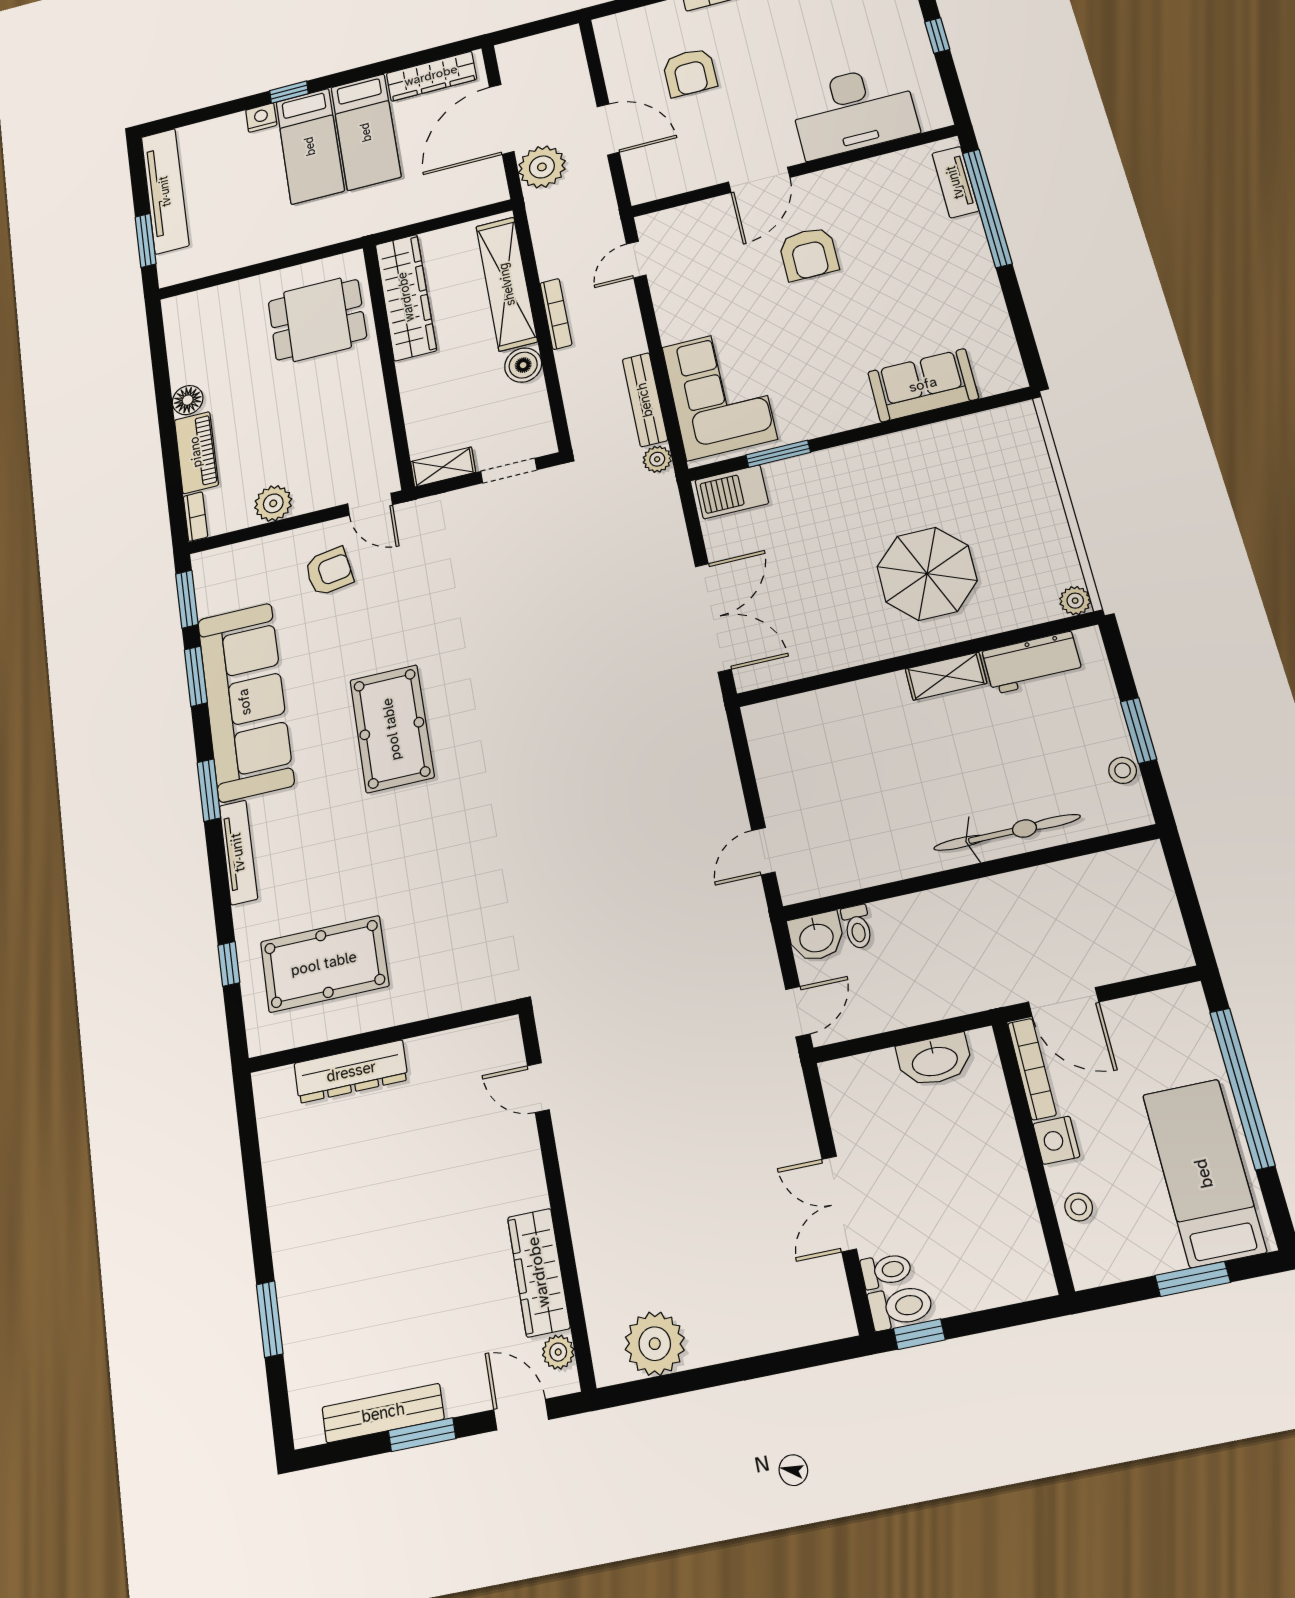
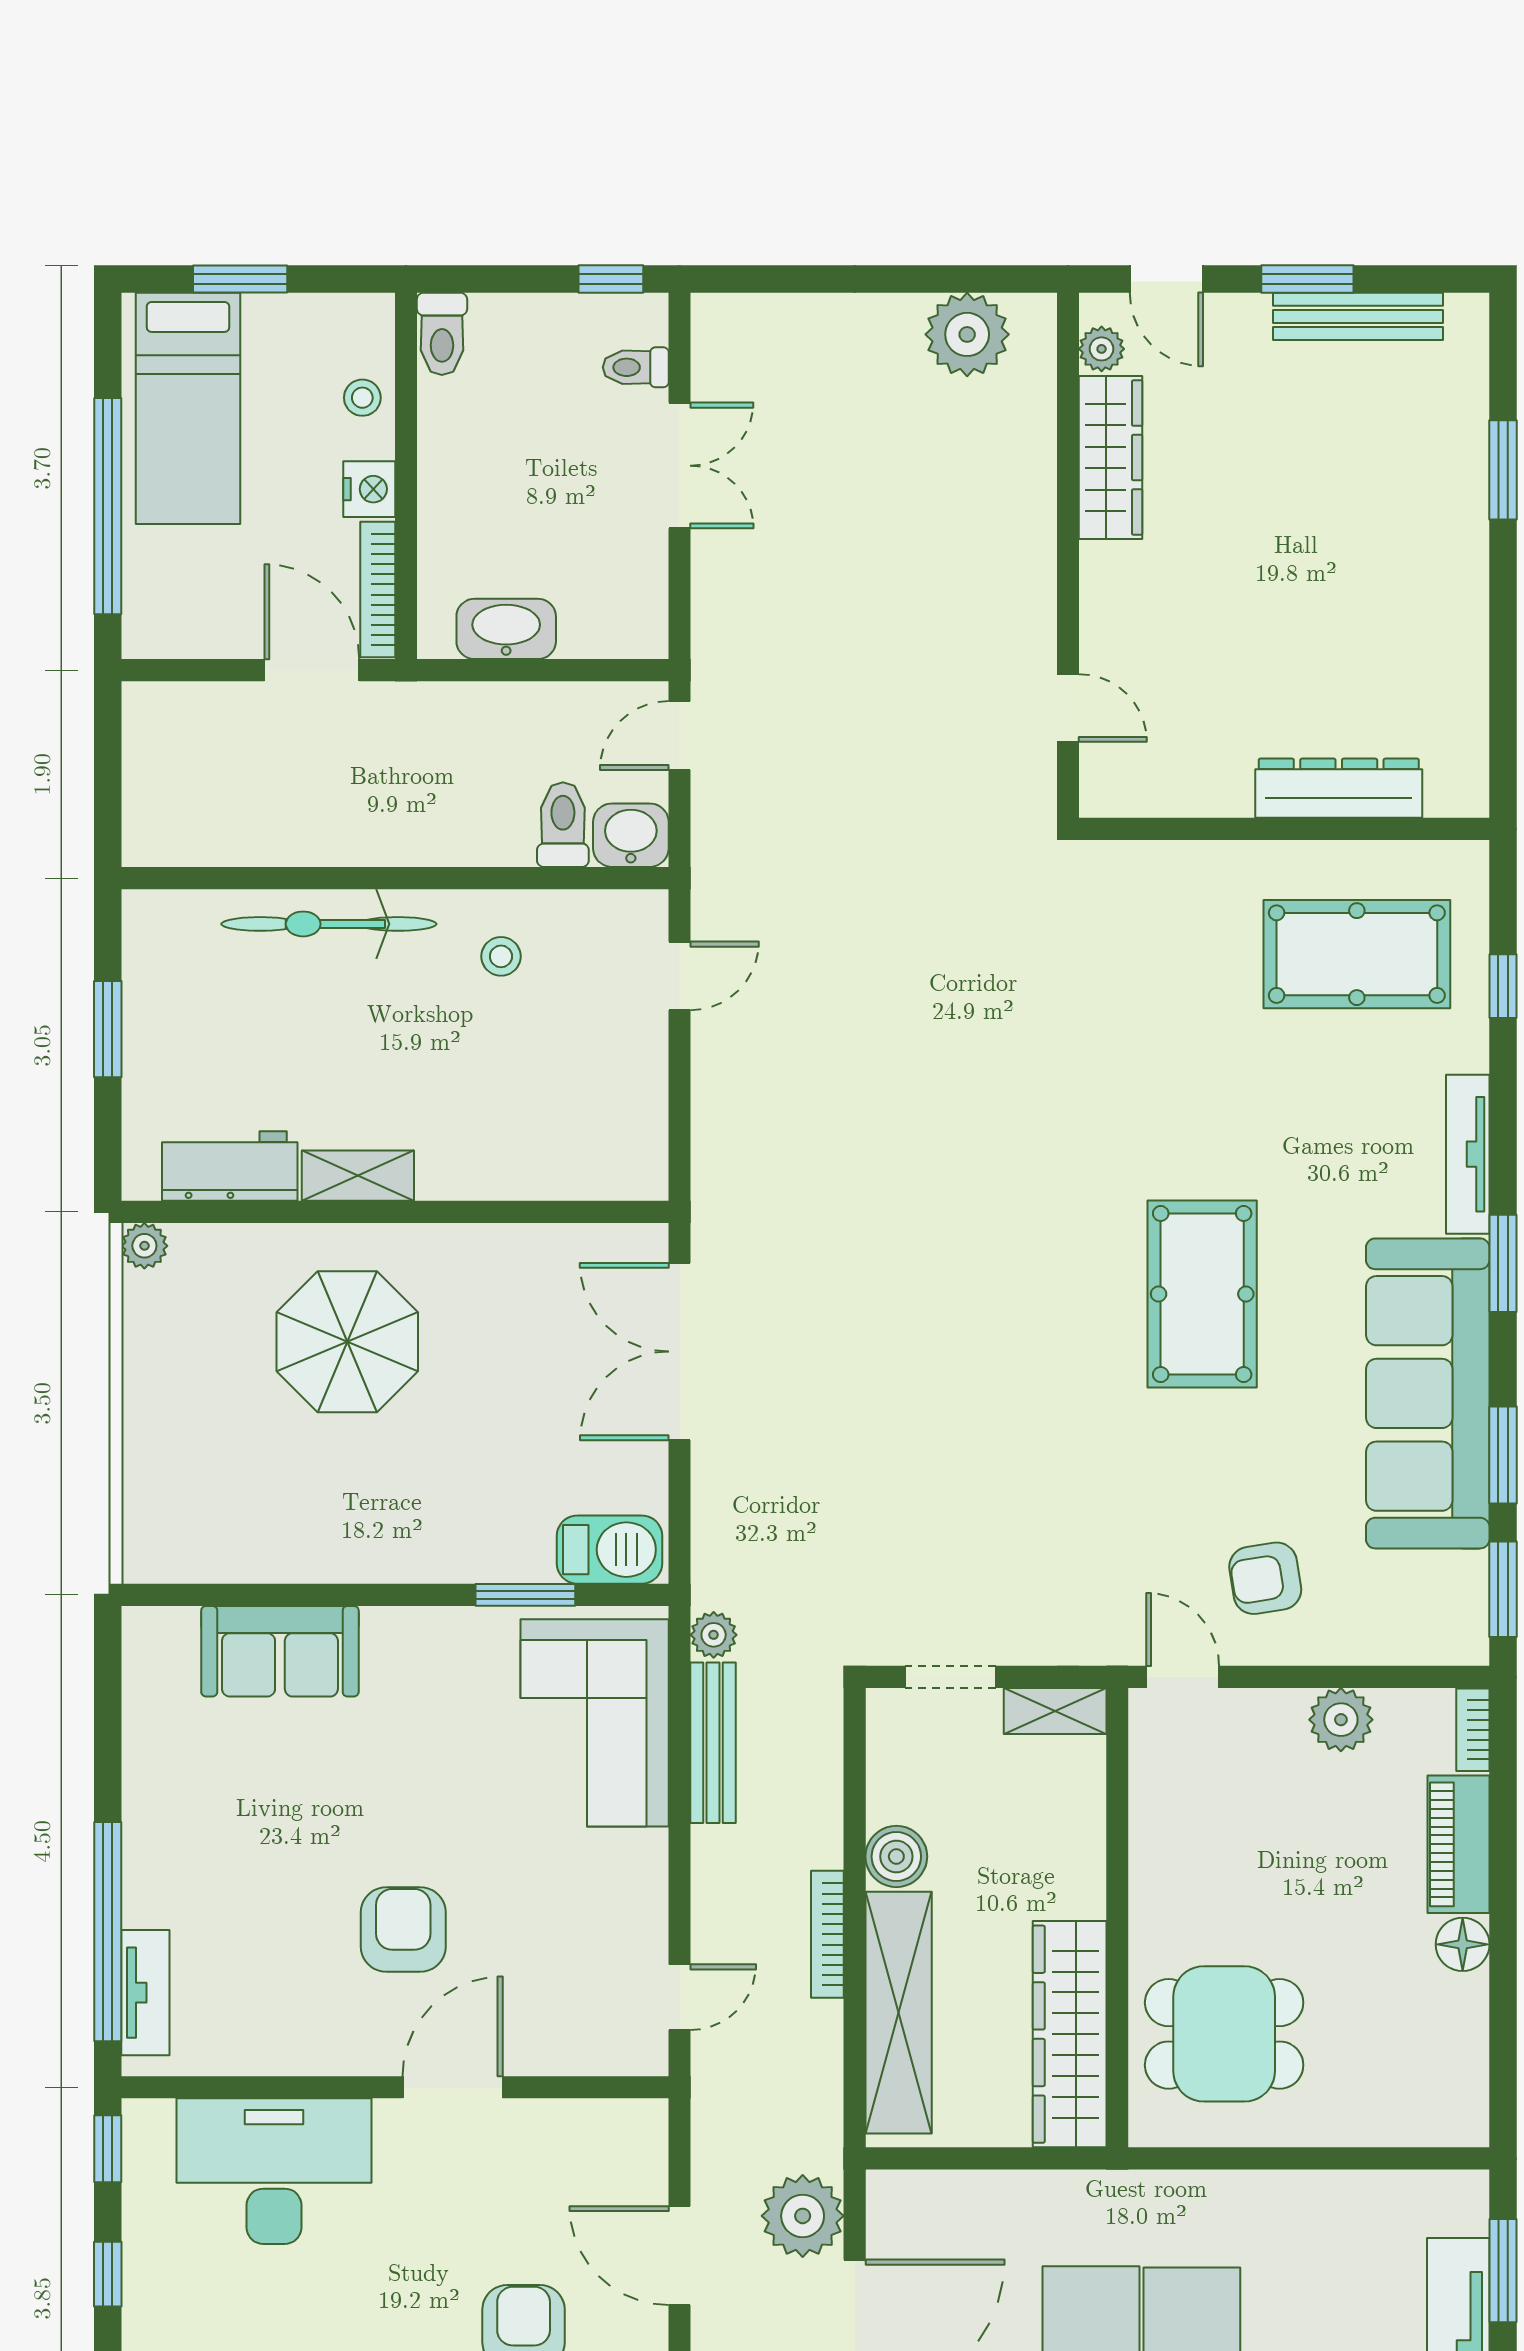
window: (955, 97) -> (108, 2149), added
stool: (1123, 770) -> (501, 956), moved
toilet: (857, 927) -> (563, 825), width x1.37, depth x1.39
toilet: (901, 1307) -> (442, 334), moved, turned -90

